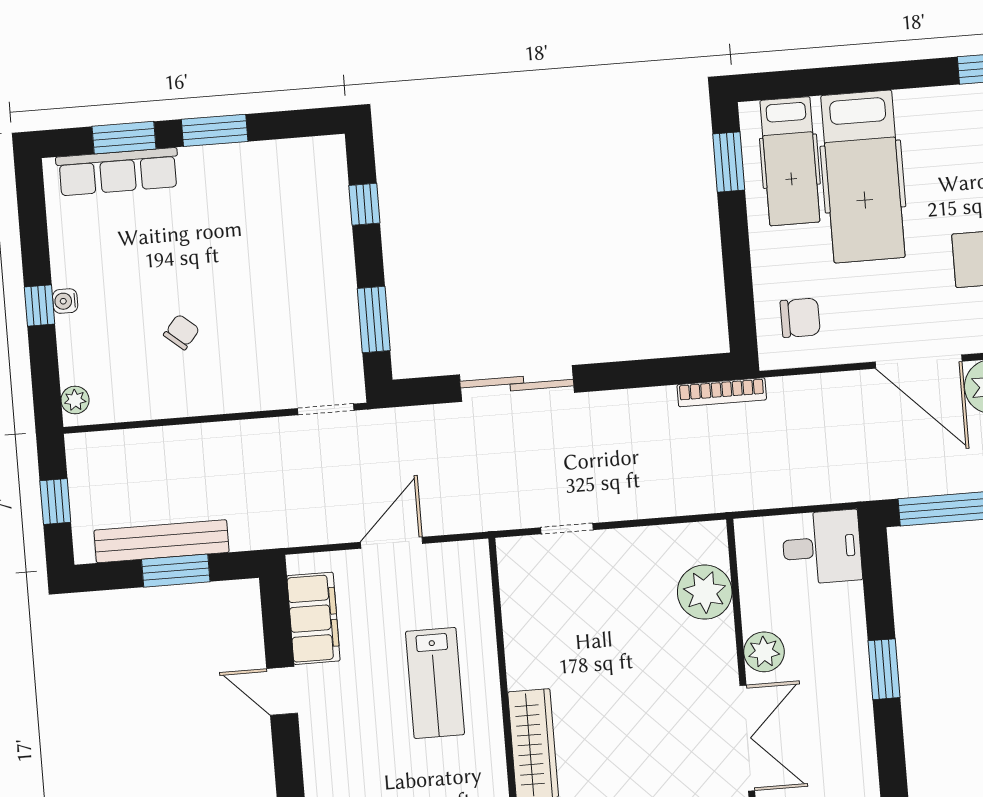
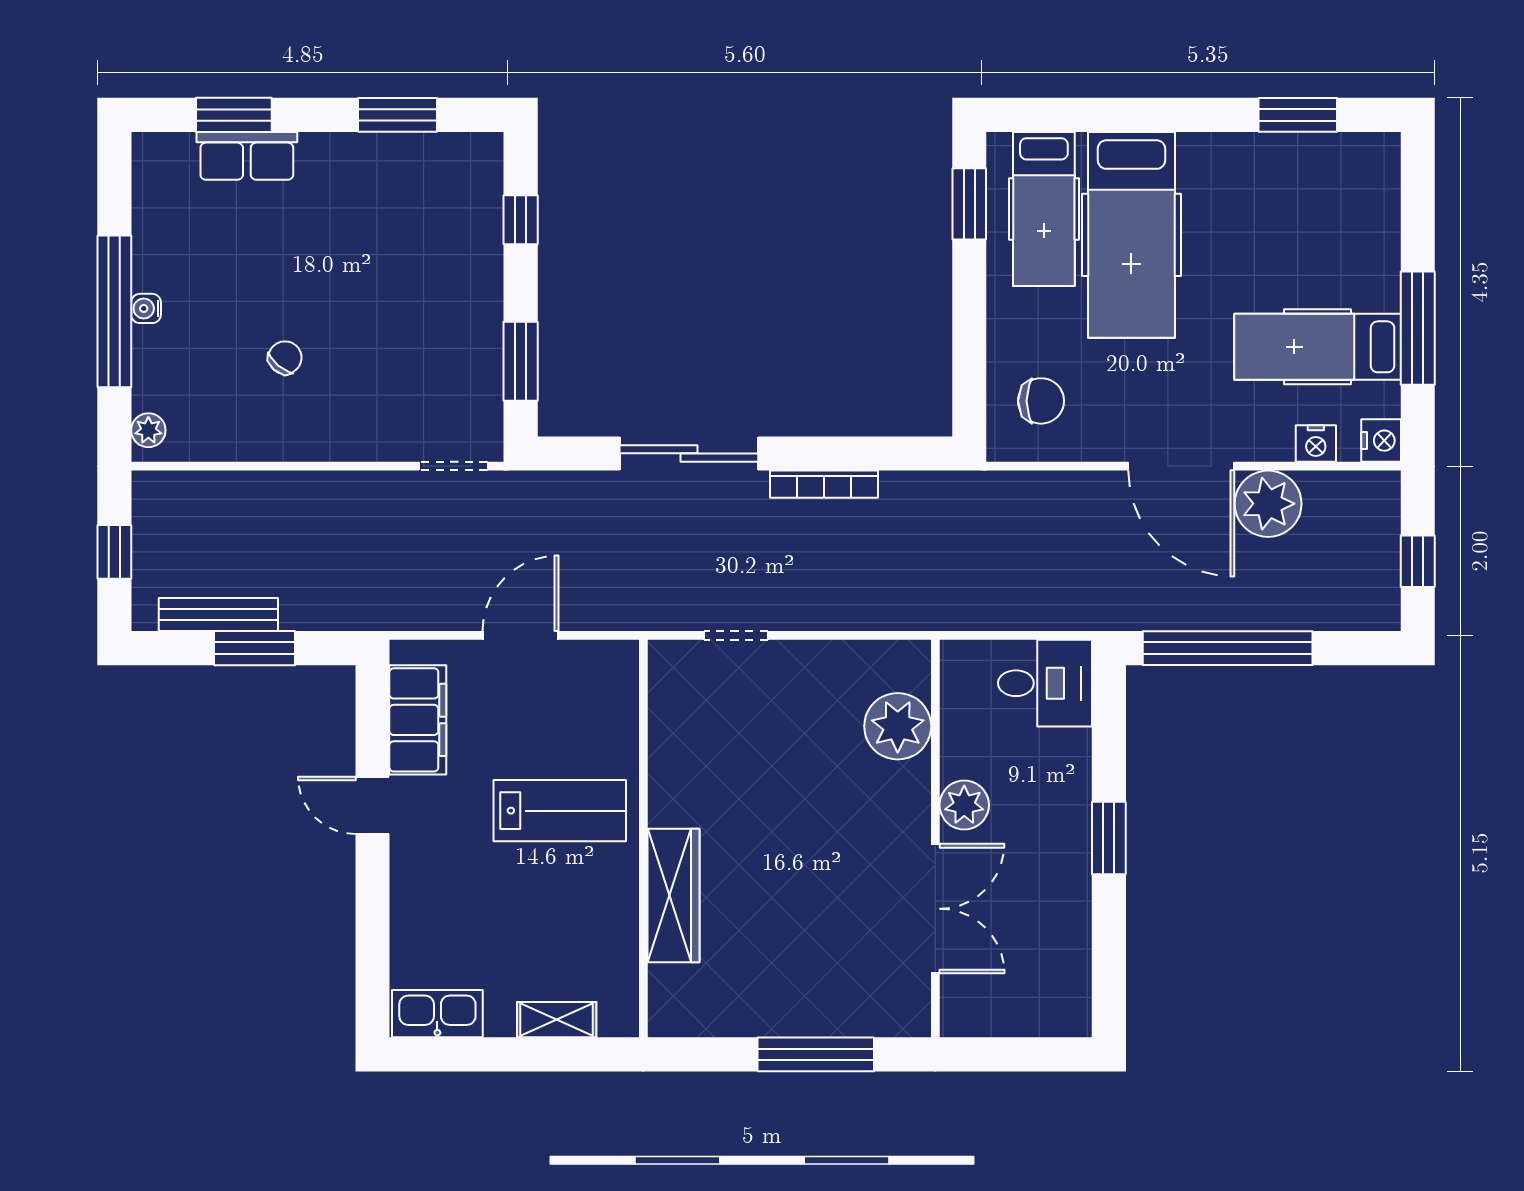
window: (215, 130) -> (398, 115), moved
row of seats: (118, 172) -> (247, 156), width x0.68
window: (40, 306) -> (114, 311), width x3.17
bookcase: (722, 392) -> (824, 484), moved
bench: (162, 541) -> (218, 615), width x0.73, depth x0.82
lab bench: (435, 683) -> (560, 811), turned -90

